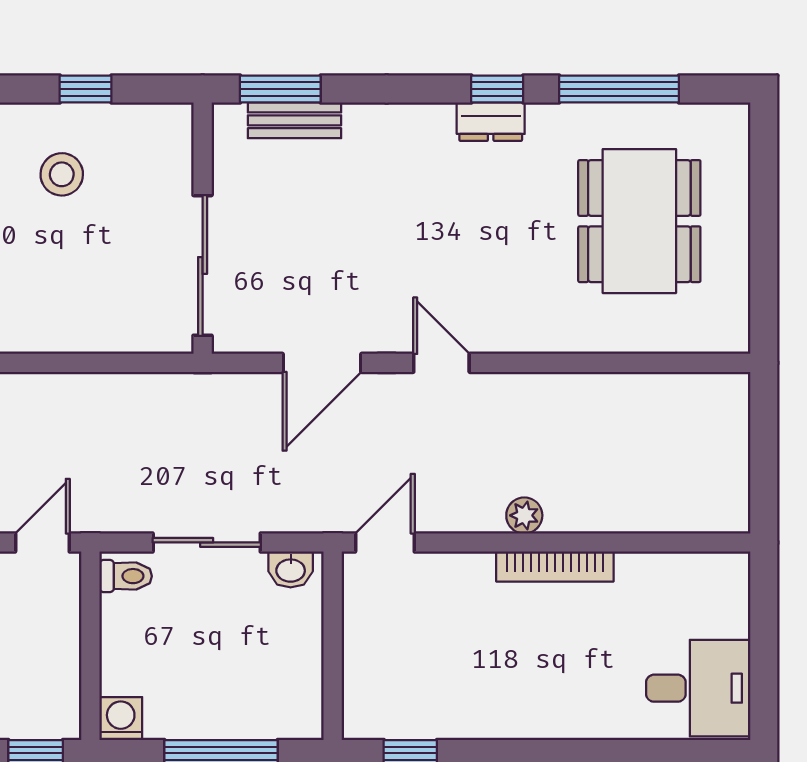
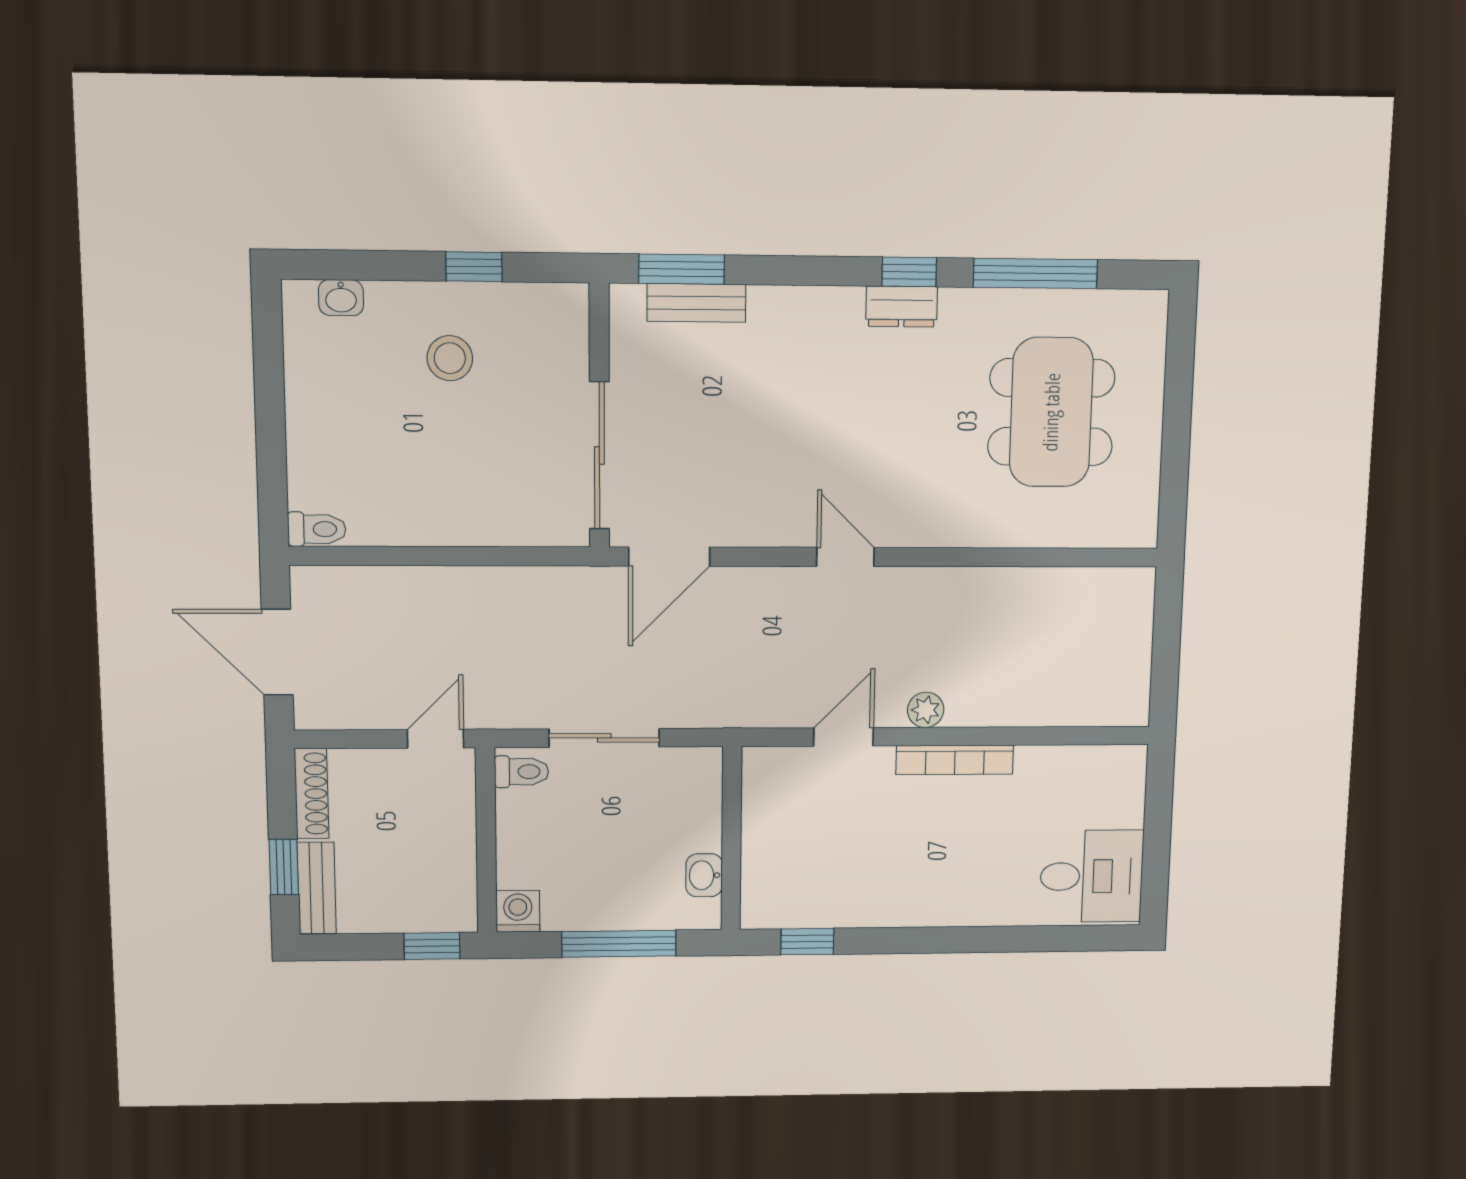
door: (322, 363) -> (669, 557), moved
door: (385, 542) -> (843, 737), moved
washbasin: (291, 569) -> (704, 875), moved, turned 90

